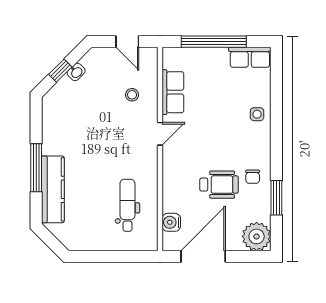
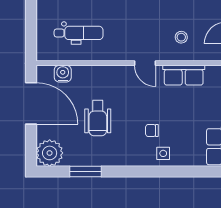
chair: (253, 177) -> (152, 130), moved

